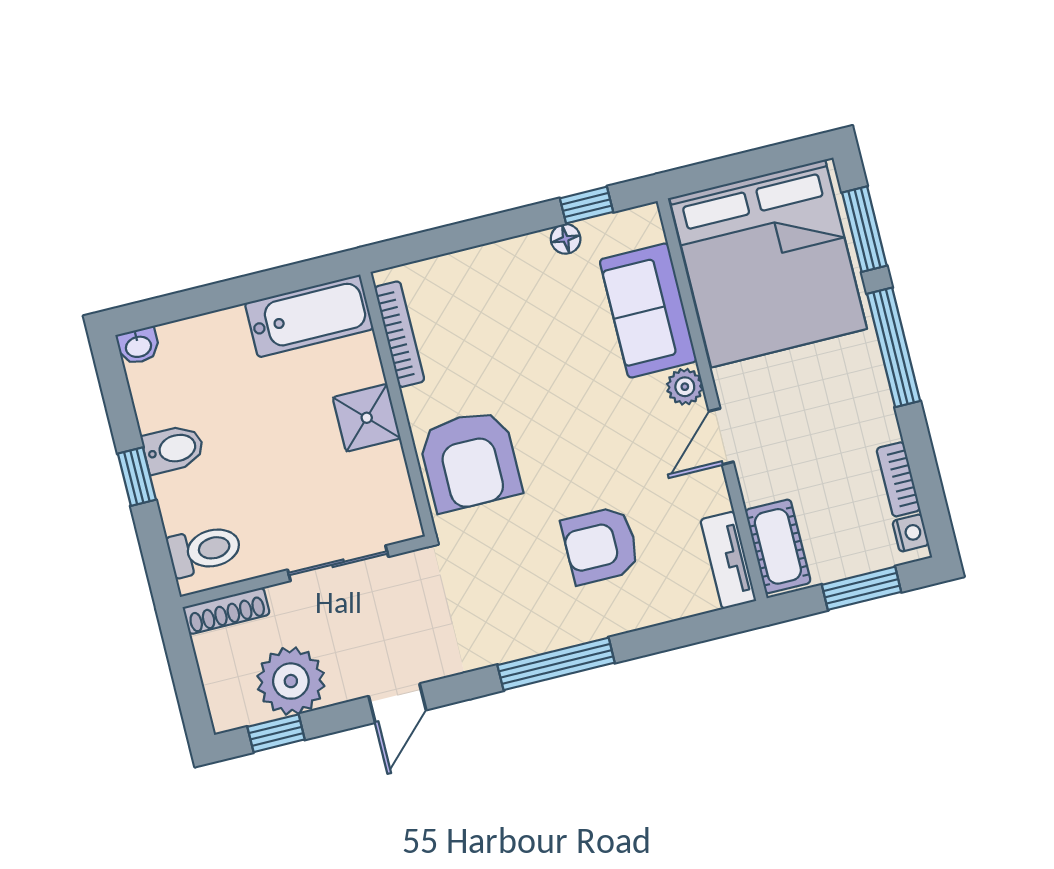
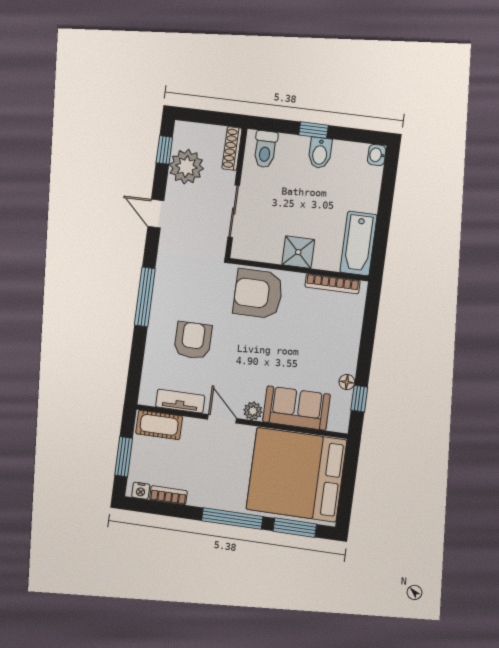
tv unit: (728, 560) -> (180, 401), moved

